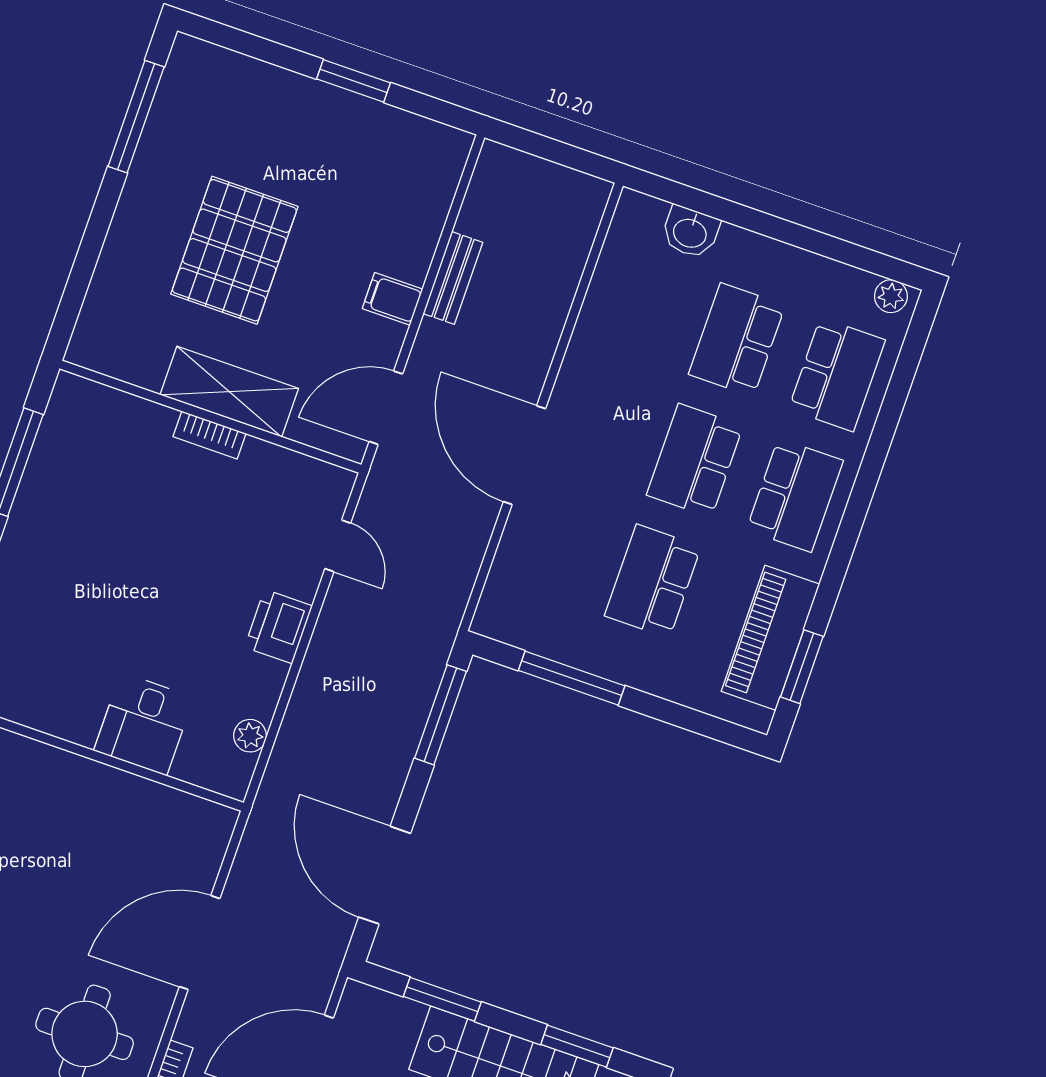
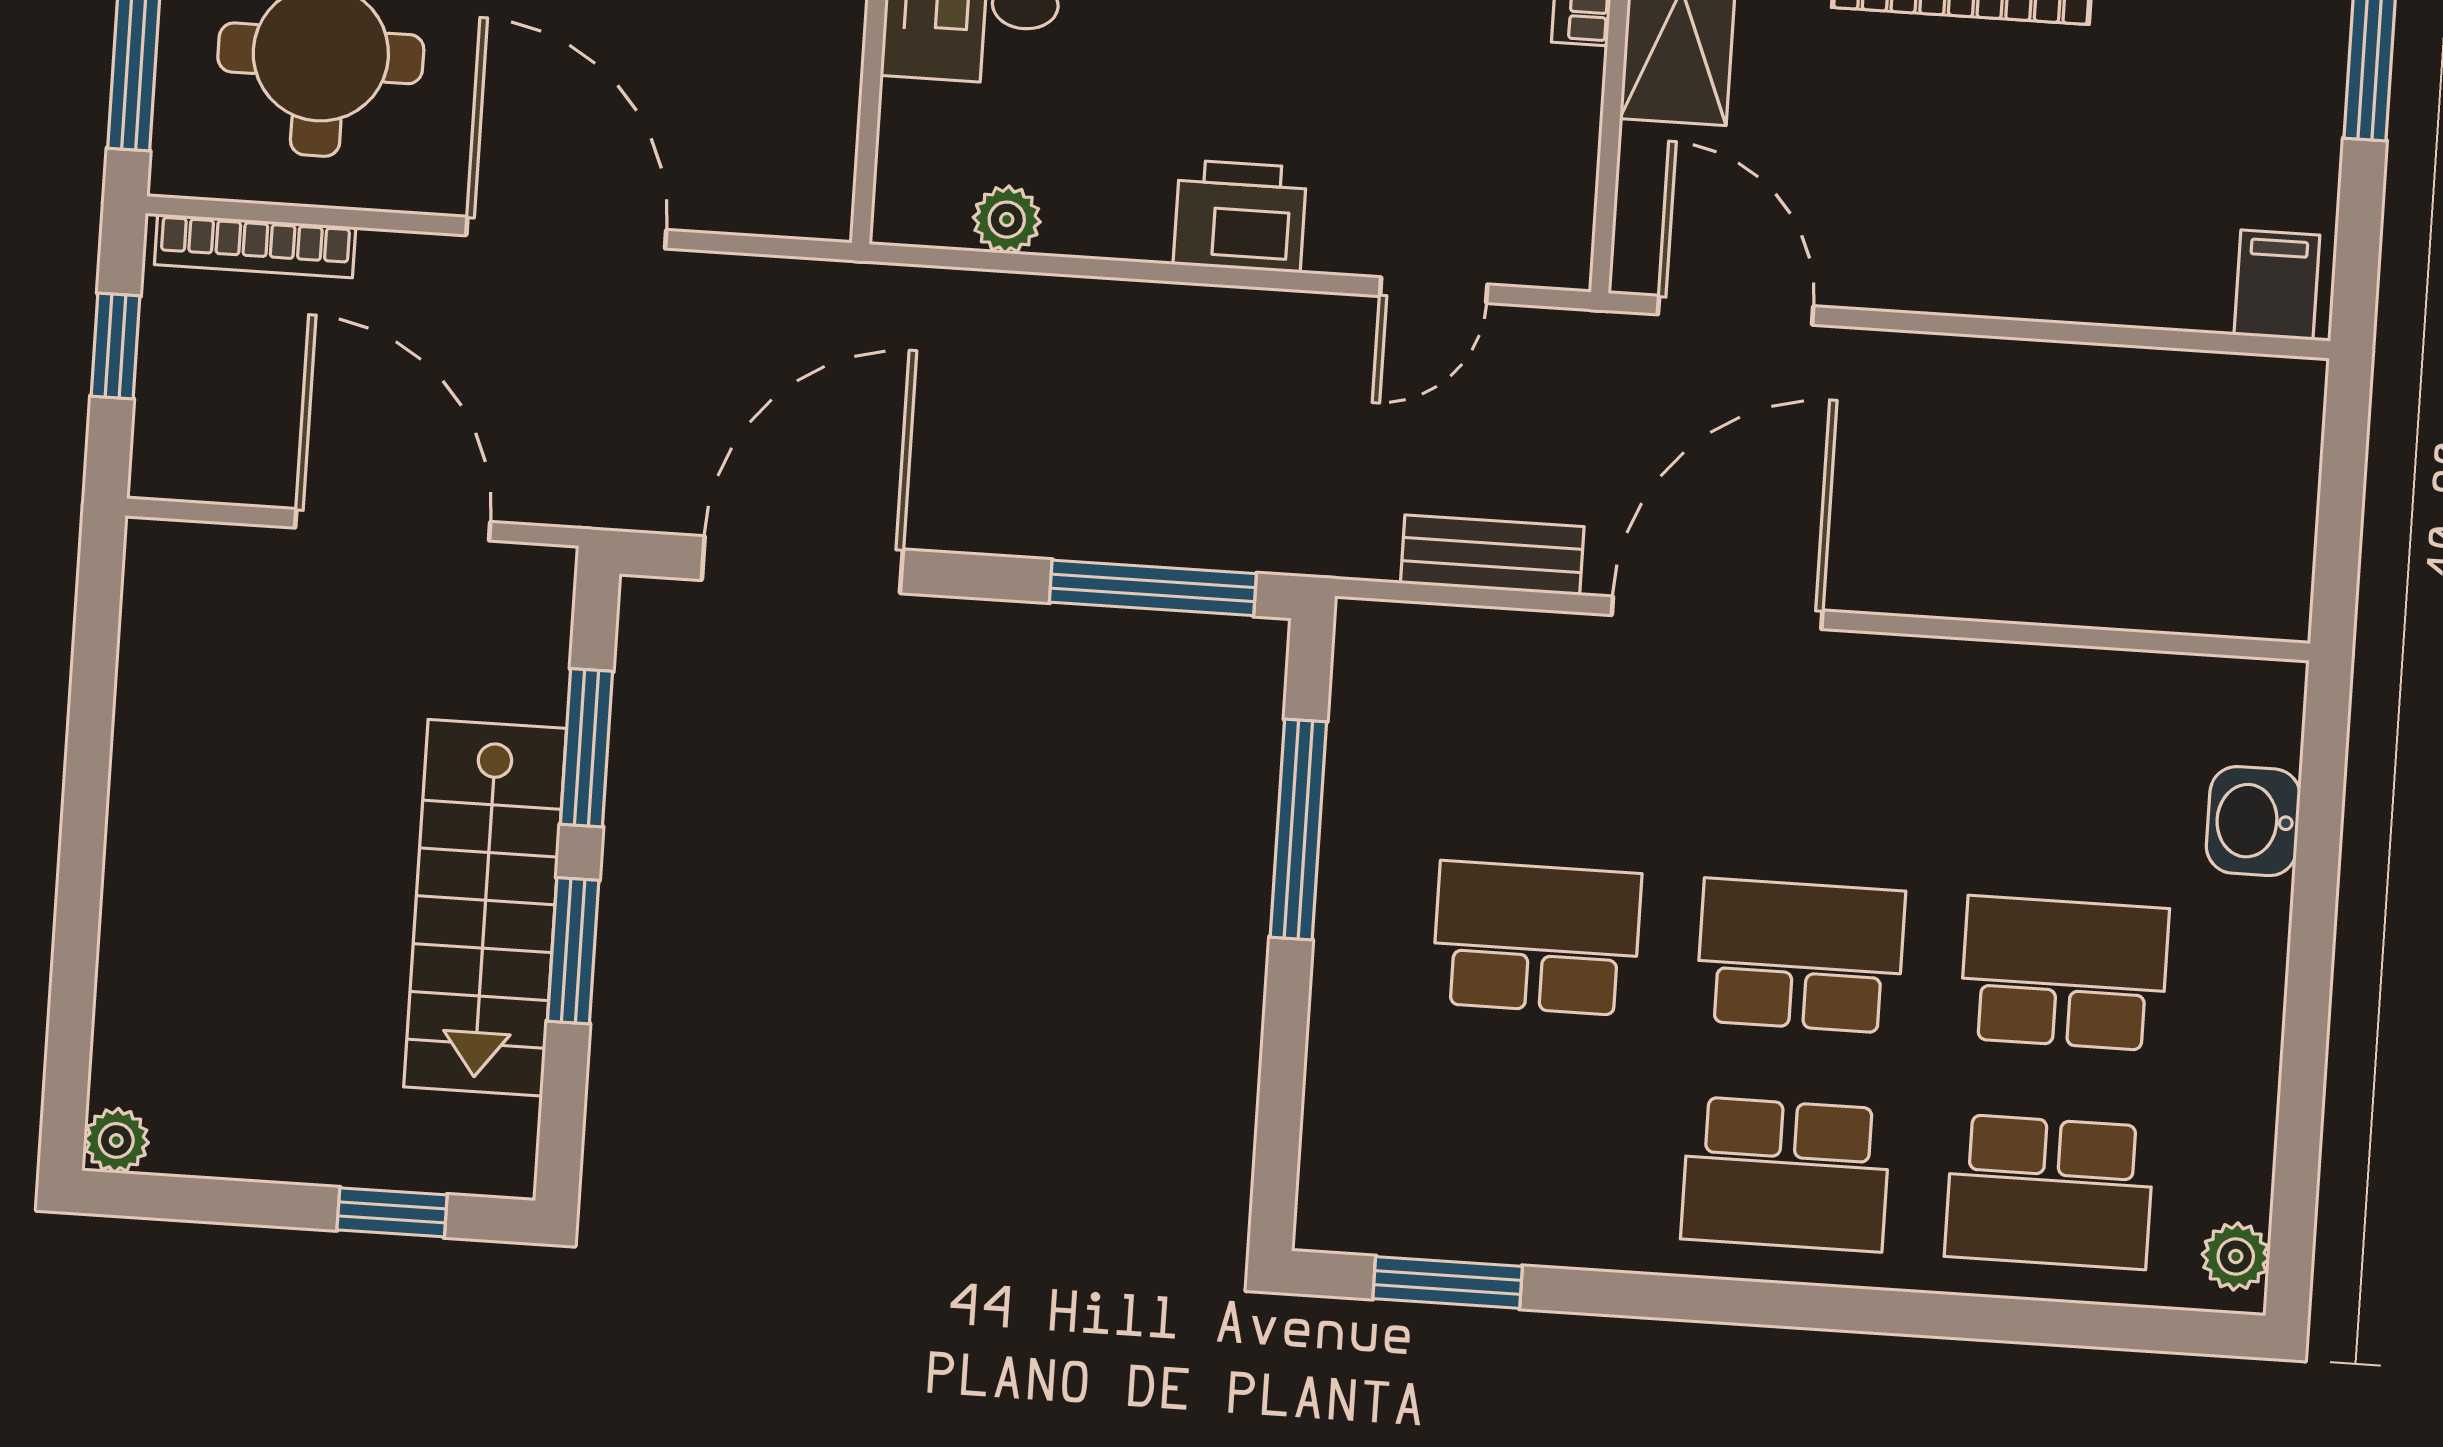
bench: (453, 278) -> (1492, 555), moved
filing cabinet: (392, 299) -> (2277, 285), moved
piano: (770, 638) -> (1488, 1204), removed
window: (577, 1046) -> (573, 951), moved

